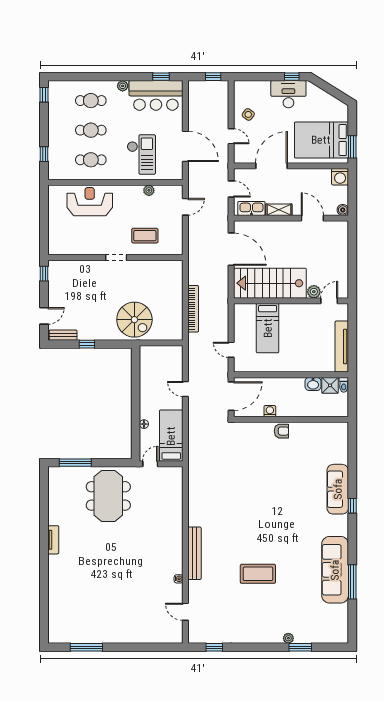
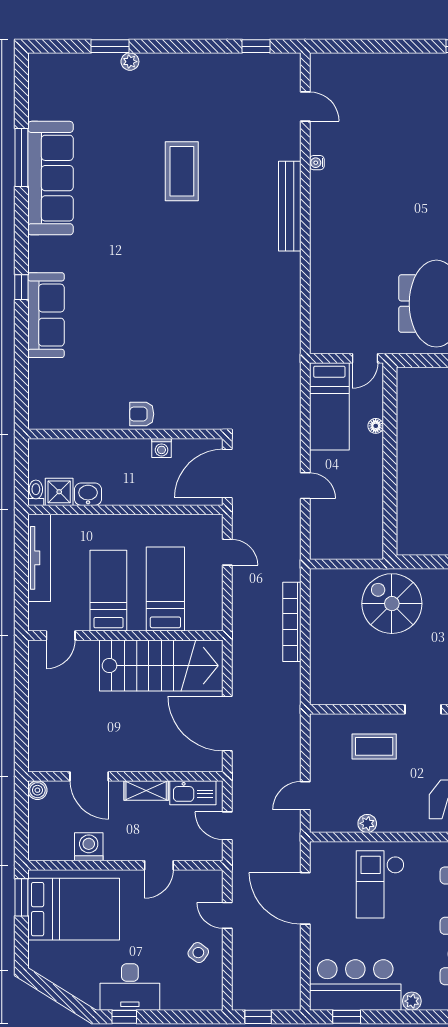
door: (271, 166) -> (159, 865), width x0.53
washing machine: (340, 177) -> (89, 847), moved
plant: (314, 292) -> (87, 651), removed
bed: (301, 327) -> (108, 591), added
coffee table: (258, 574) -> (182, 171), turned 90

